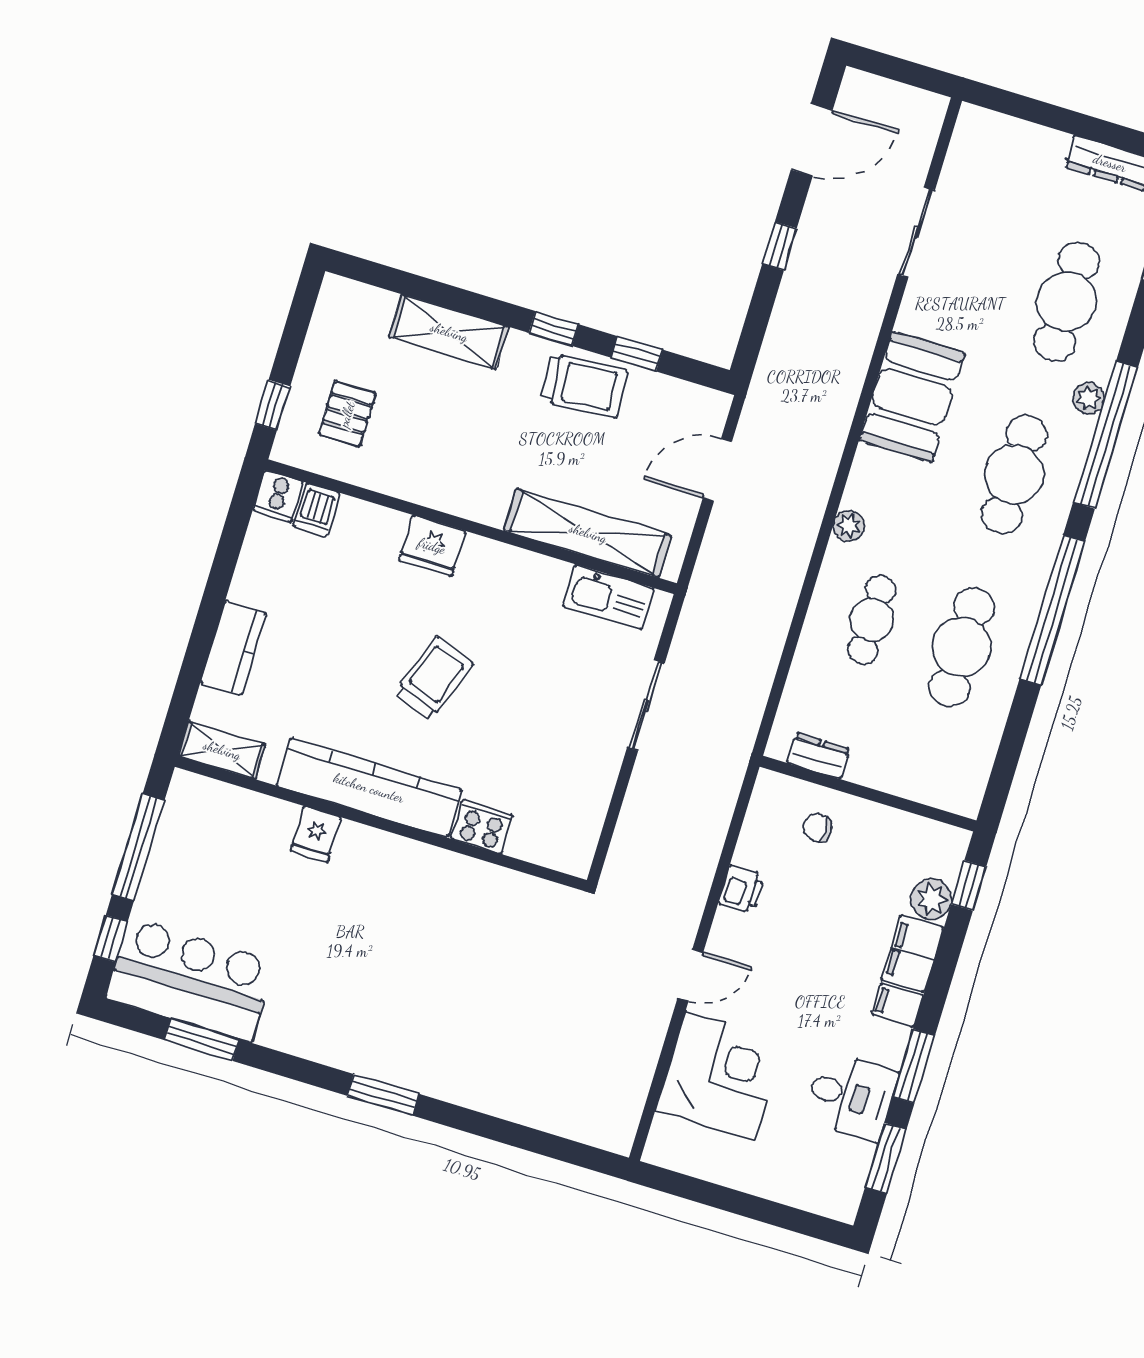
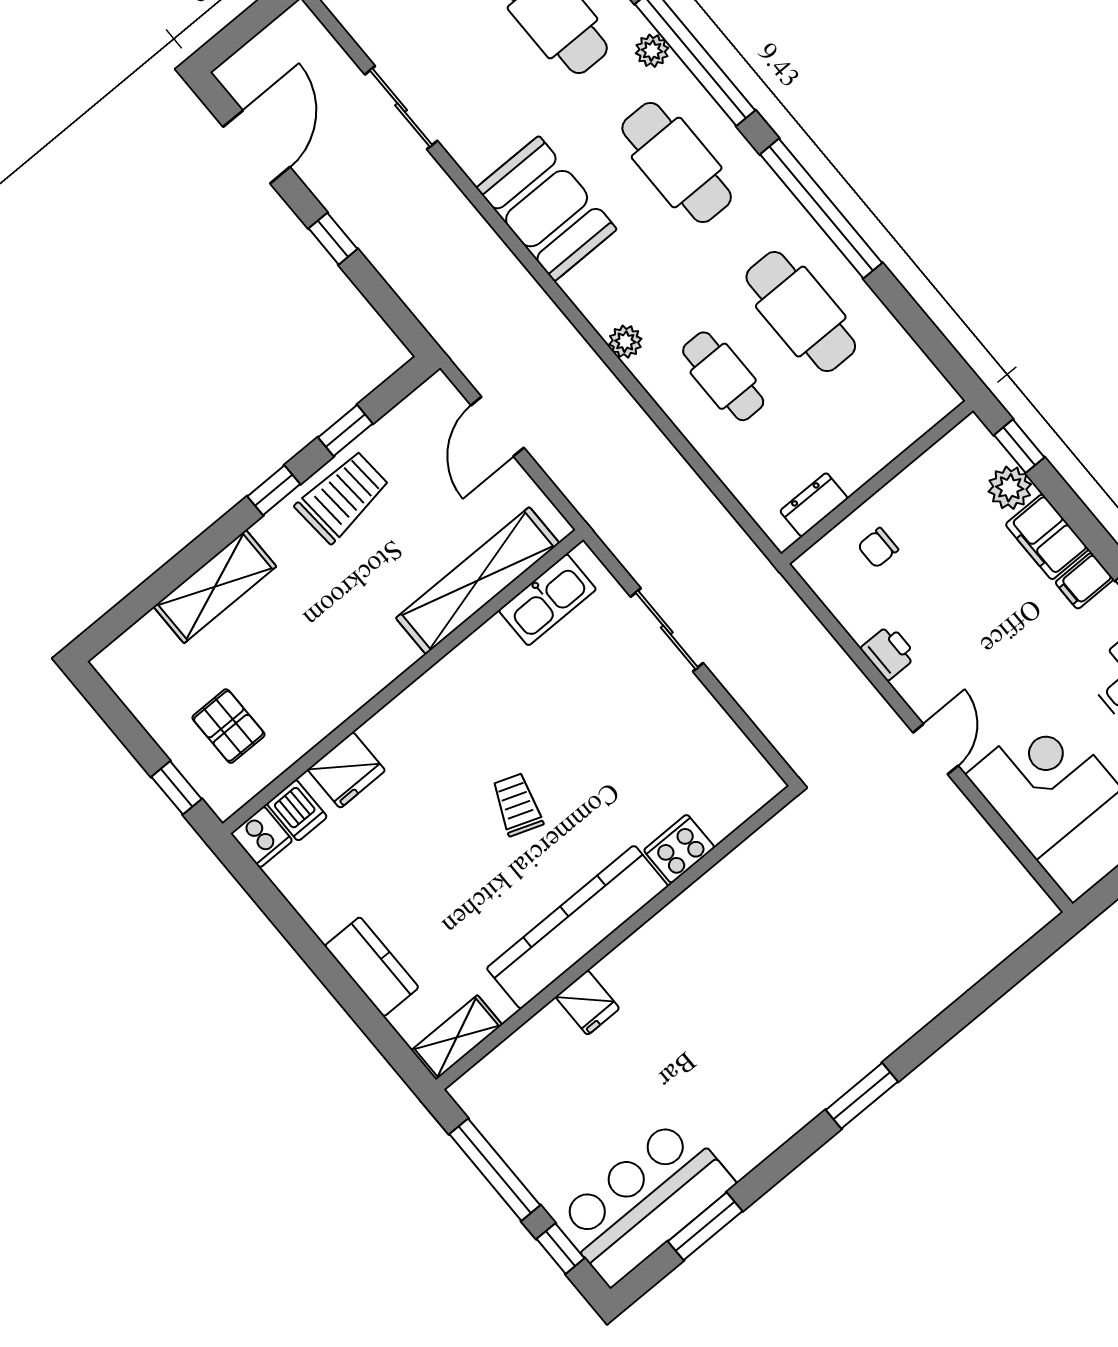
fridge: (432, 546) -> (346, 770), moved
trolley: (434, 678) -> (517, 805), width x0.73, depth x0.72

